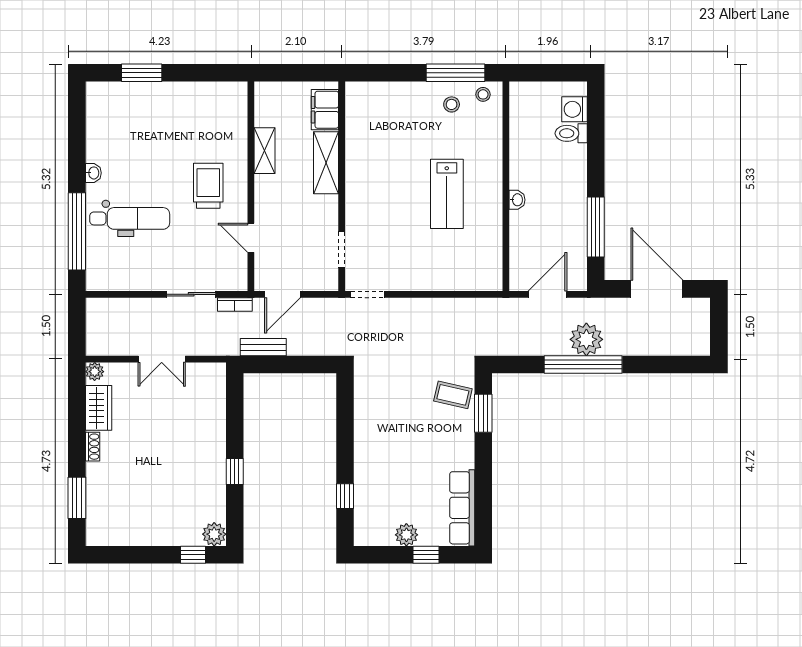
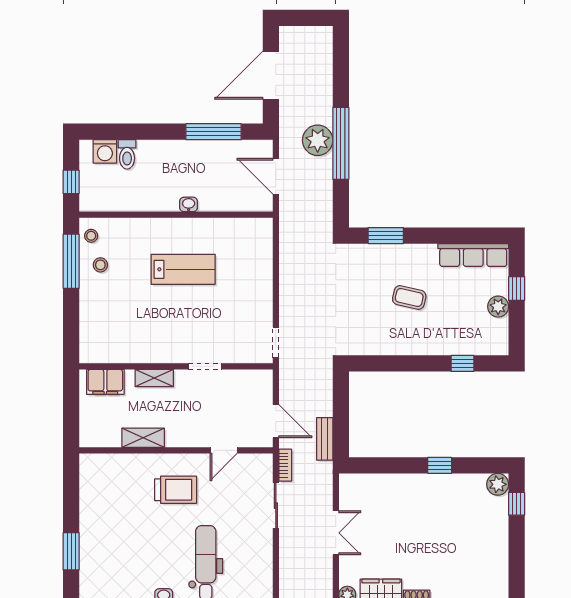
window: (541, 73) -> (71, 182), added
shelving: (326, 163) -> (154, 378), width x0.67, depth x0.75
trolley: (208, 186) -> (176, 490), turned 180
doorway: (342, 250) -> (205, 366), moved
coffee table: (453, 395) -> (409, 298), moved, turned 90

